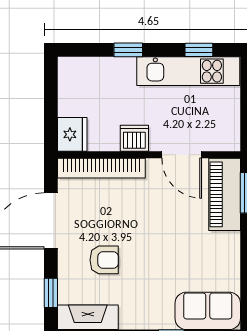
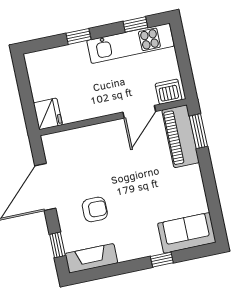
dishwasher: (134, 138) -> (169, 92), moved
door: (182, 155) -> (139, 112), hinge flipped
bookcase: (101, 168) -> (77, 136), removed

